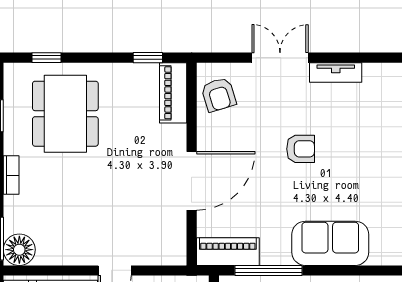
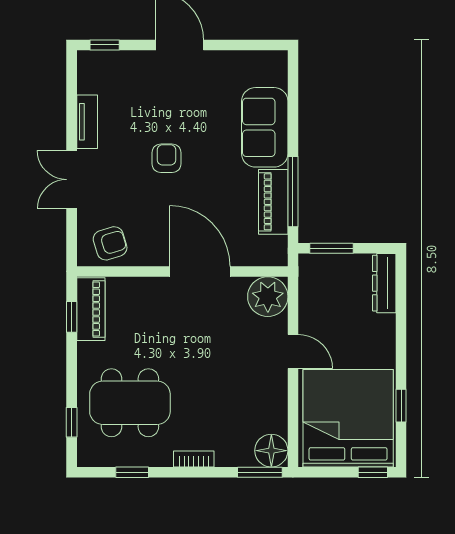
piano: (173, 93) -> (91, 309), moved, turned -90
plant: (167, 246) -> (268, 297), added
piano: (228, 252) -> (273, 202), moved

